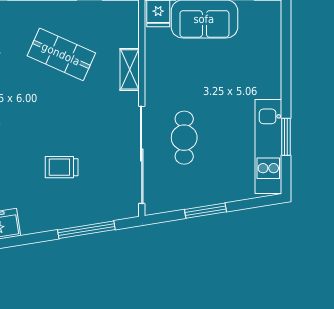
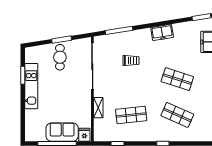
shop shelf: (61, 54) -> (131, 115), turned -30
cafe table: (184, 138) -> (60, 57), moved
kitchen unit: (268, 147) -> (31, 86), moved

